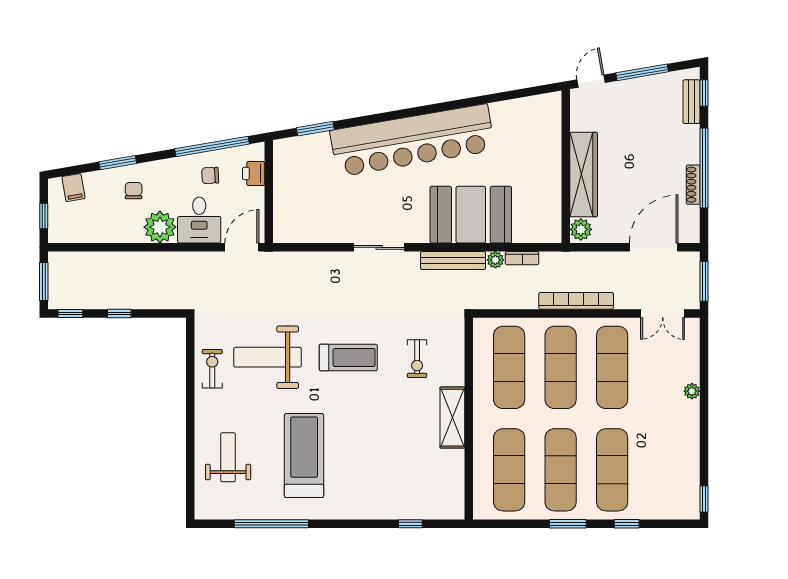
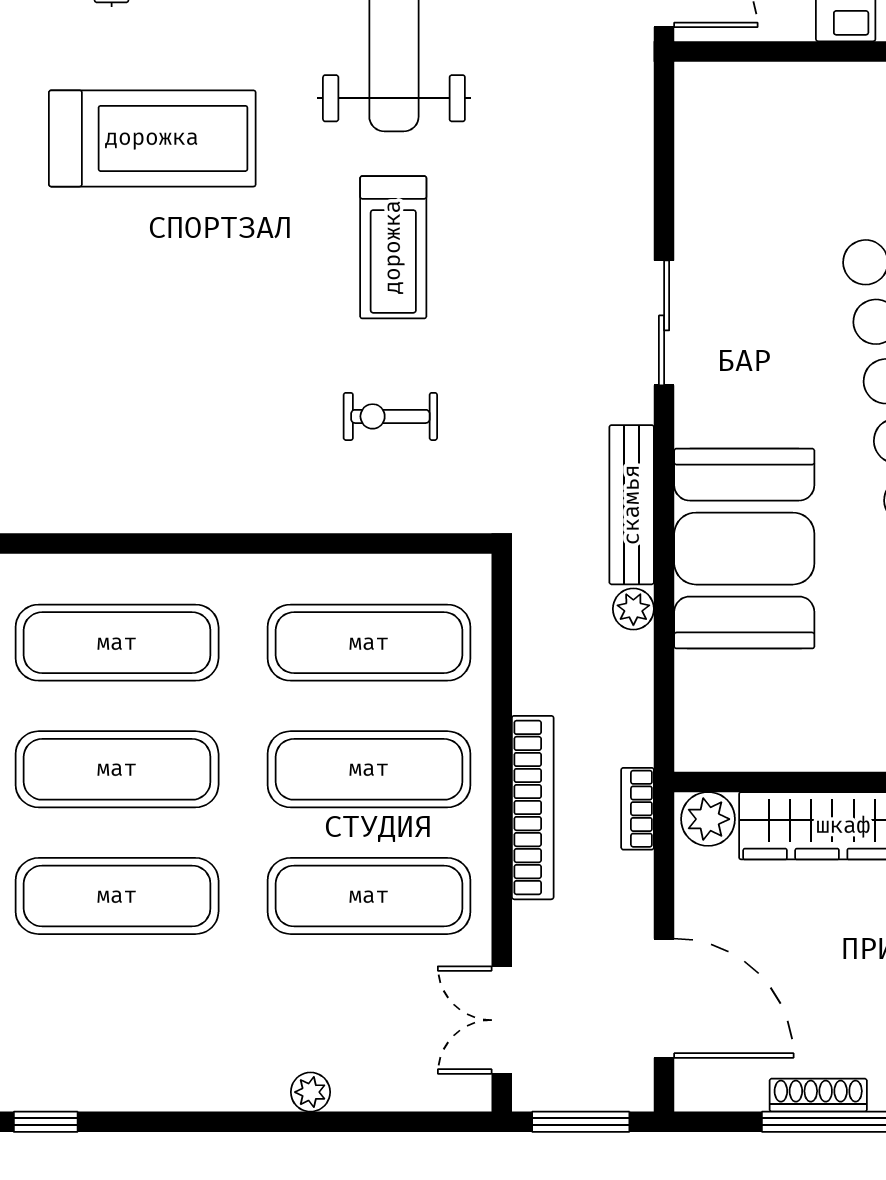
bookcase: (522, 258) -> (638, 809), moved
shelving: (452, 418) -> (246, 503), removed

